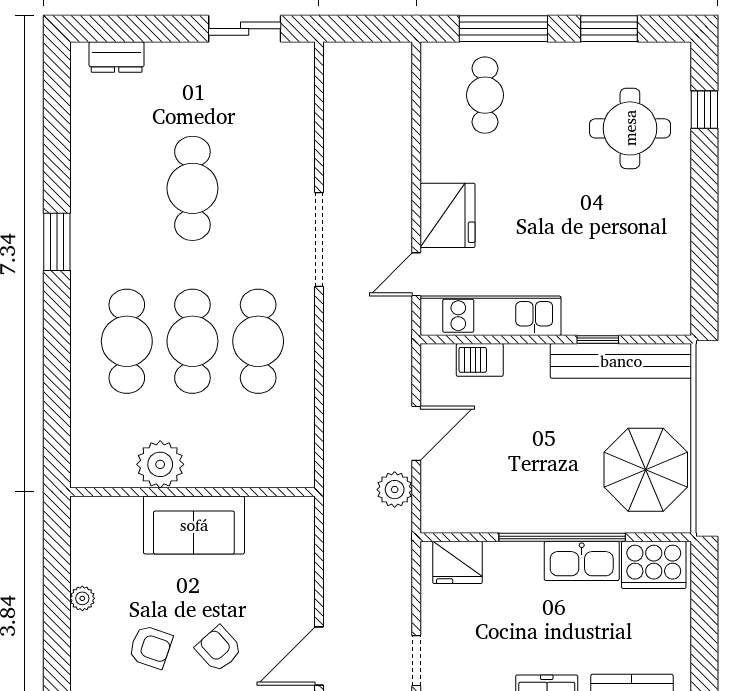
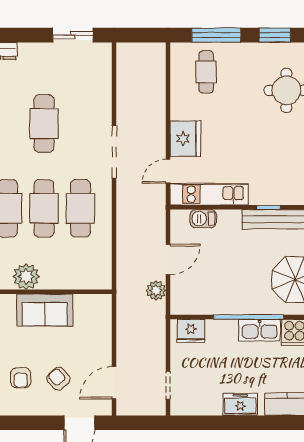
armchair: (151, 647) -> (21, 378), turned 71

